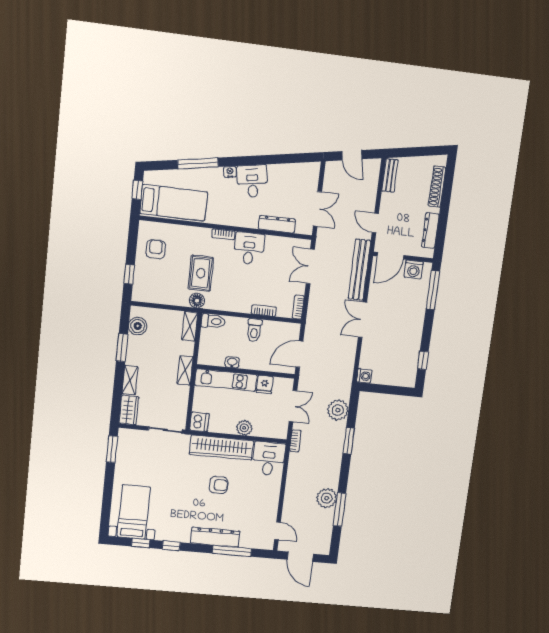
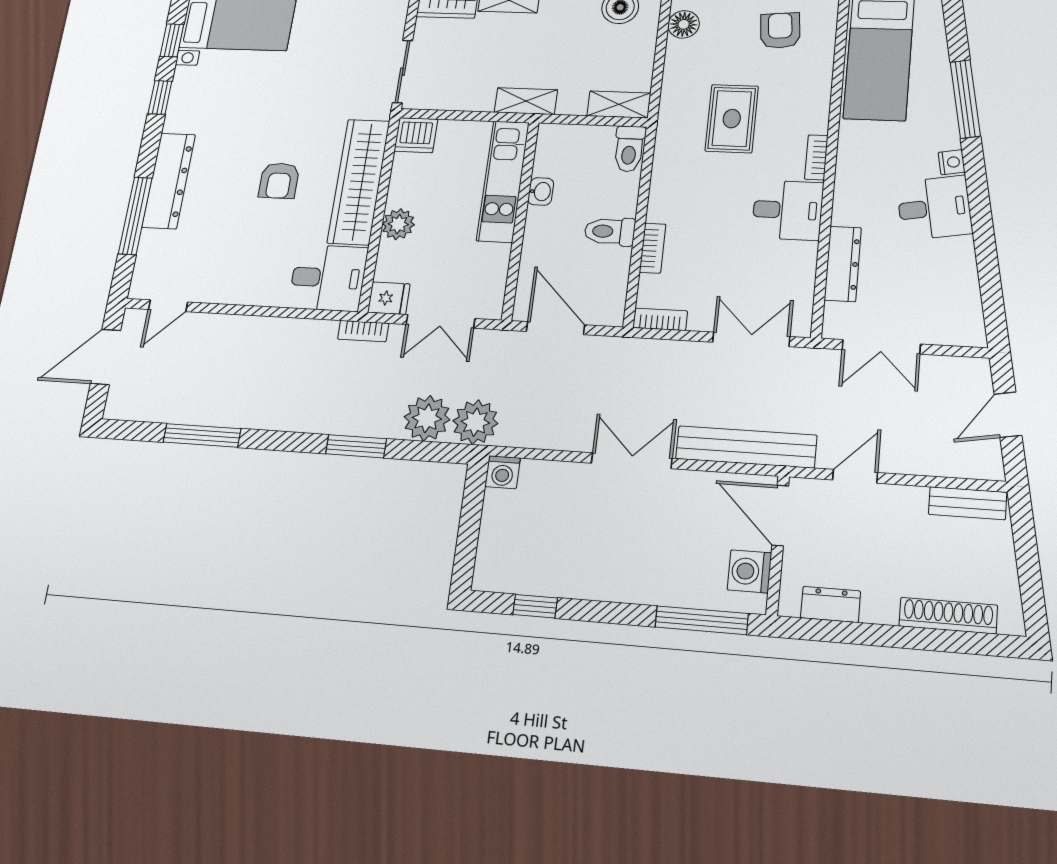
dresser: (430, 230) -> (831, 604), width x0.70
armchair: (156, 249) -> (780, 31), turned -95
rug: (201, 273) -> (732, 119), turned 90
floor lamp: (197, 301) -> (684, 24), moved
fridge: (265, 384) -> (389, 298), moved, turned 180
plant: (327, 498) -> (475, 422), moved

